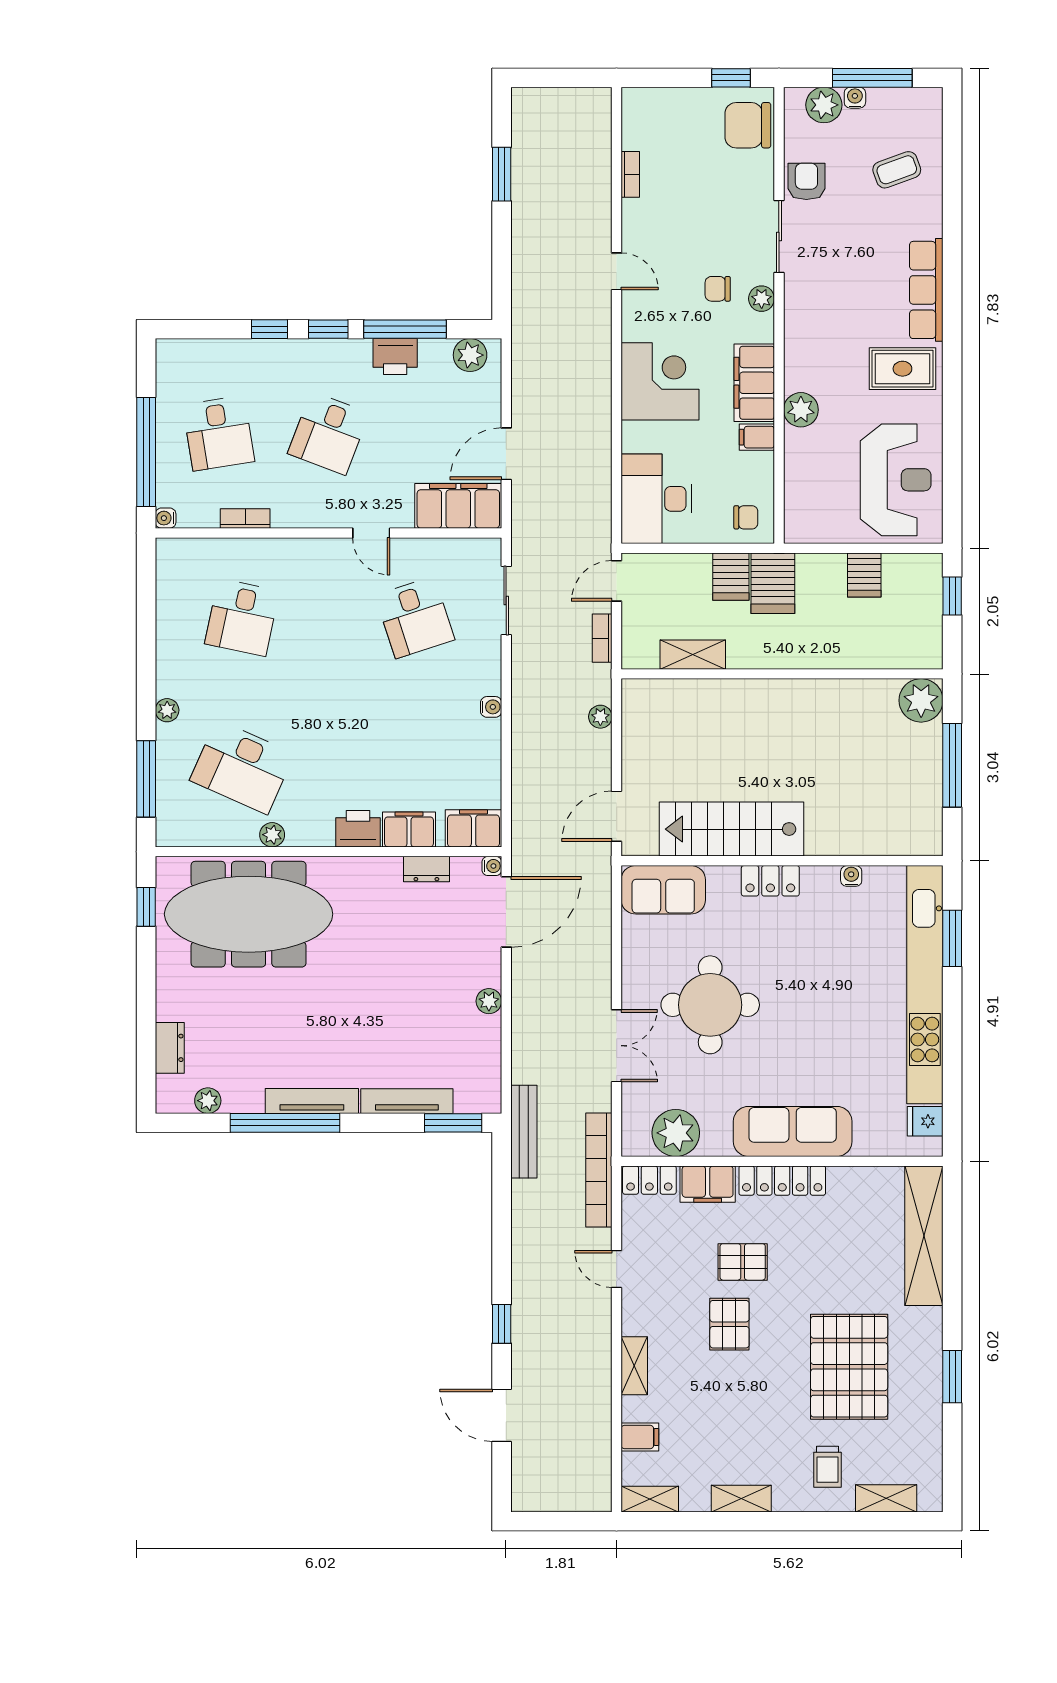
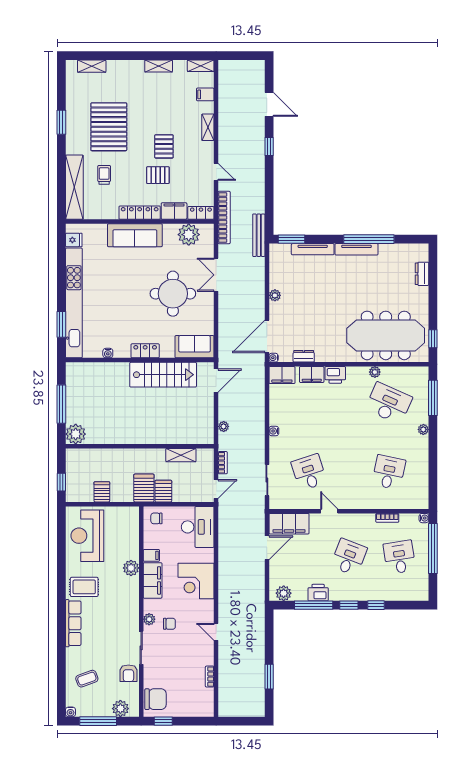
water cooler: (855, 98) -> (70, 712), moved
plant: (208, 1101) -> (404, 249), removed
trolley: (828, 1467) -> (104, 175), moved

